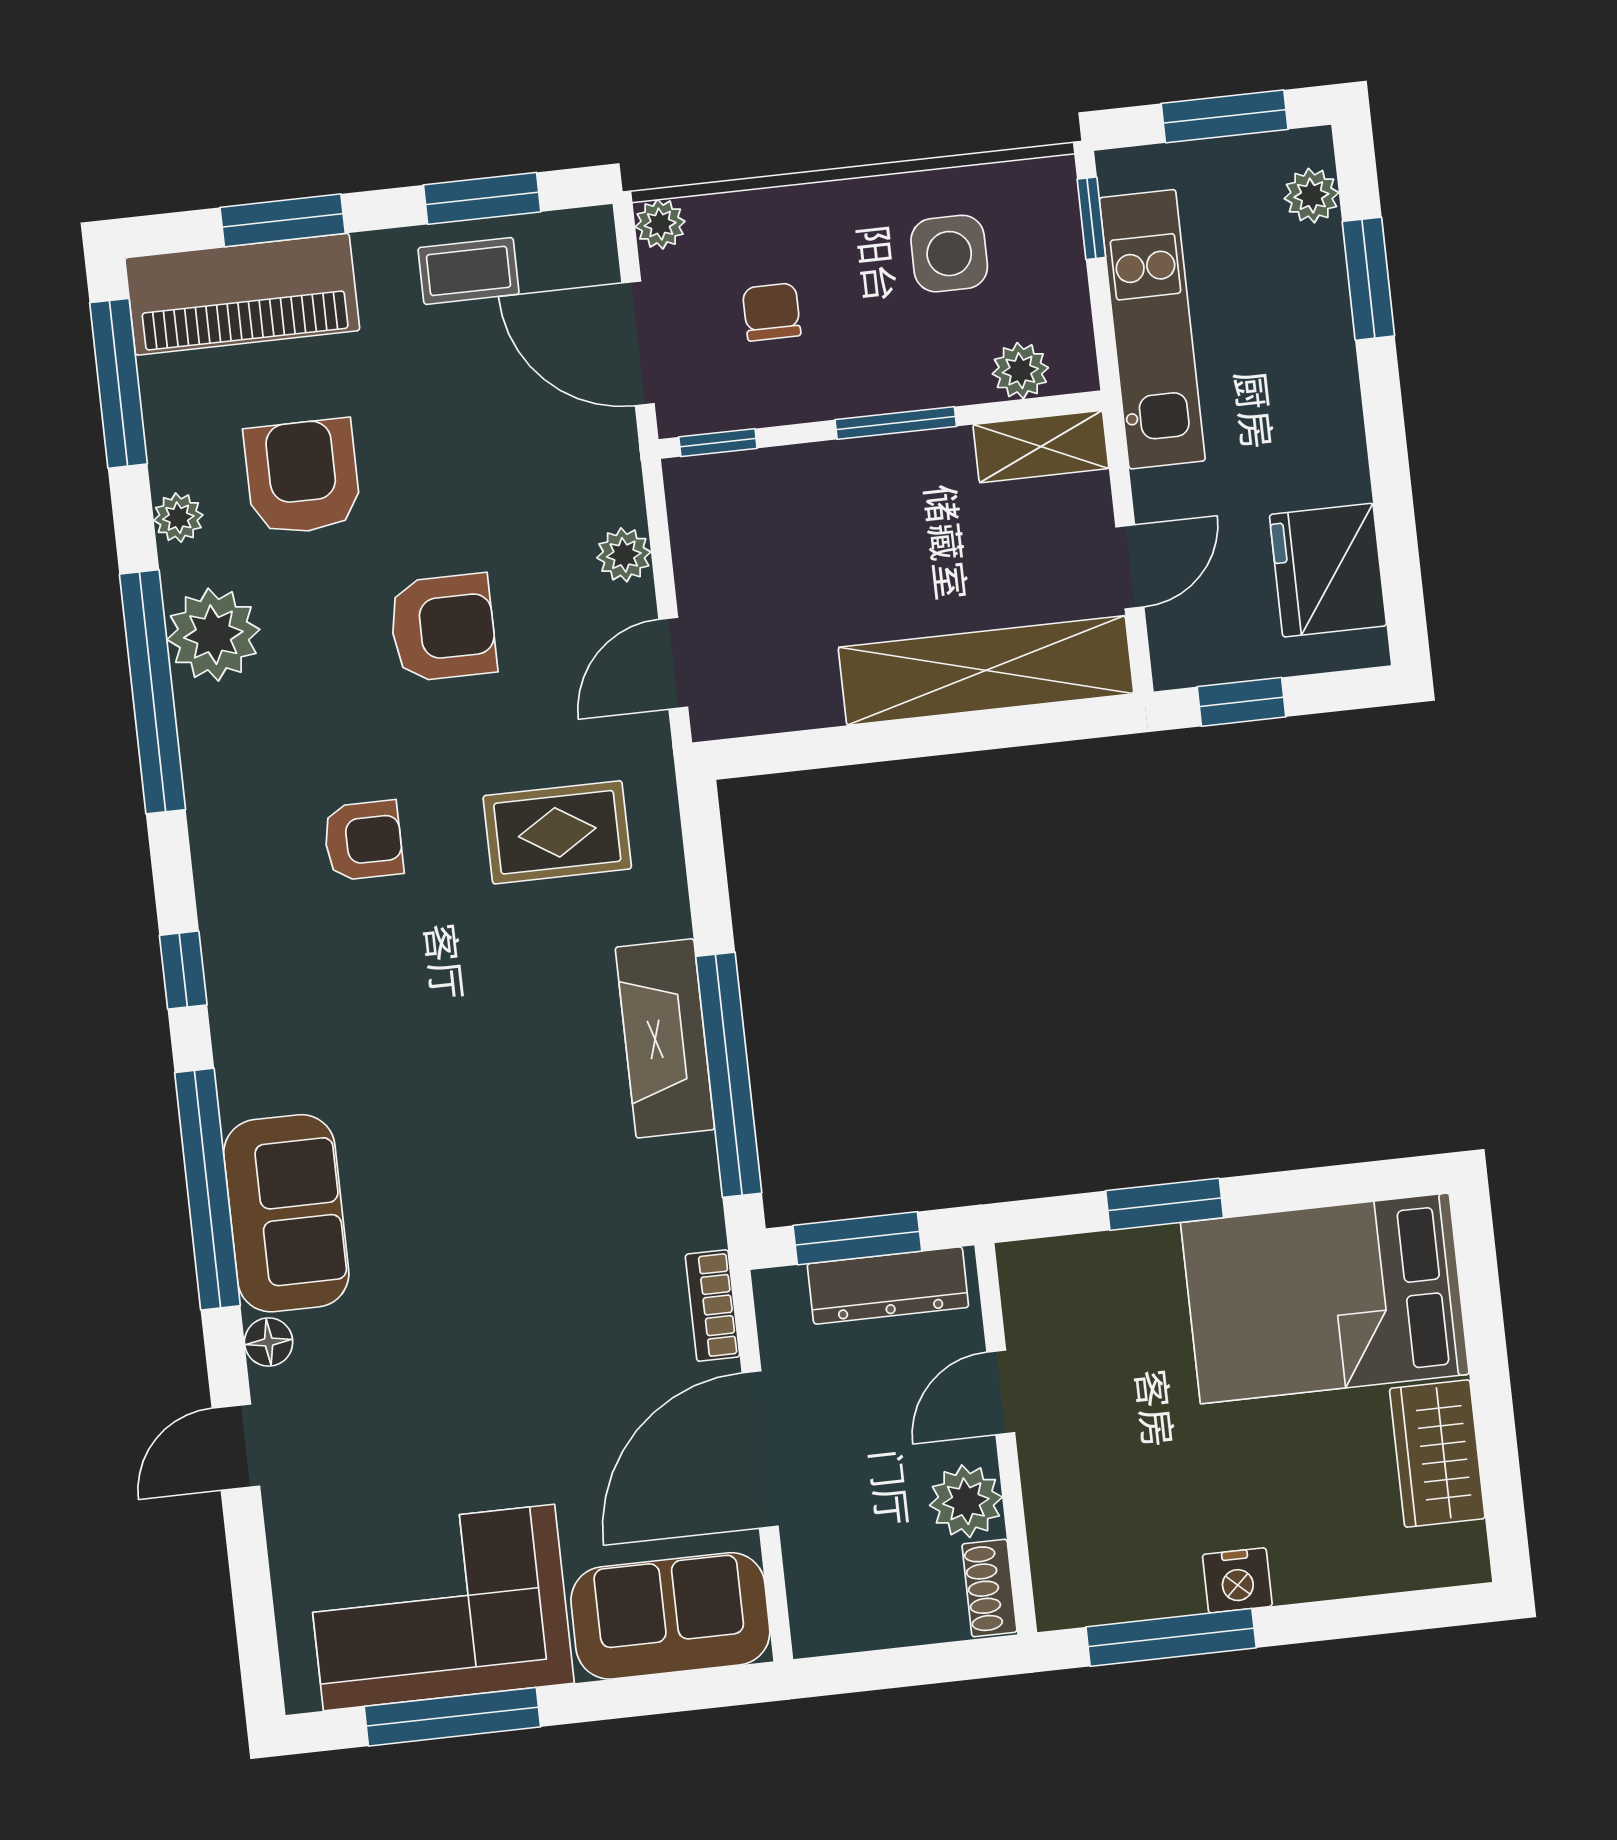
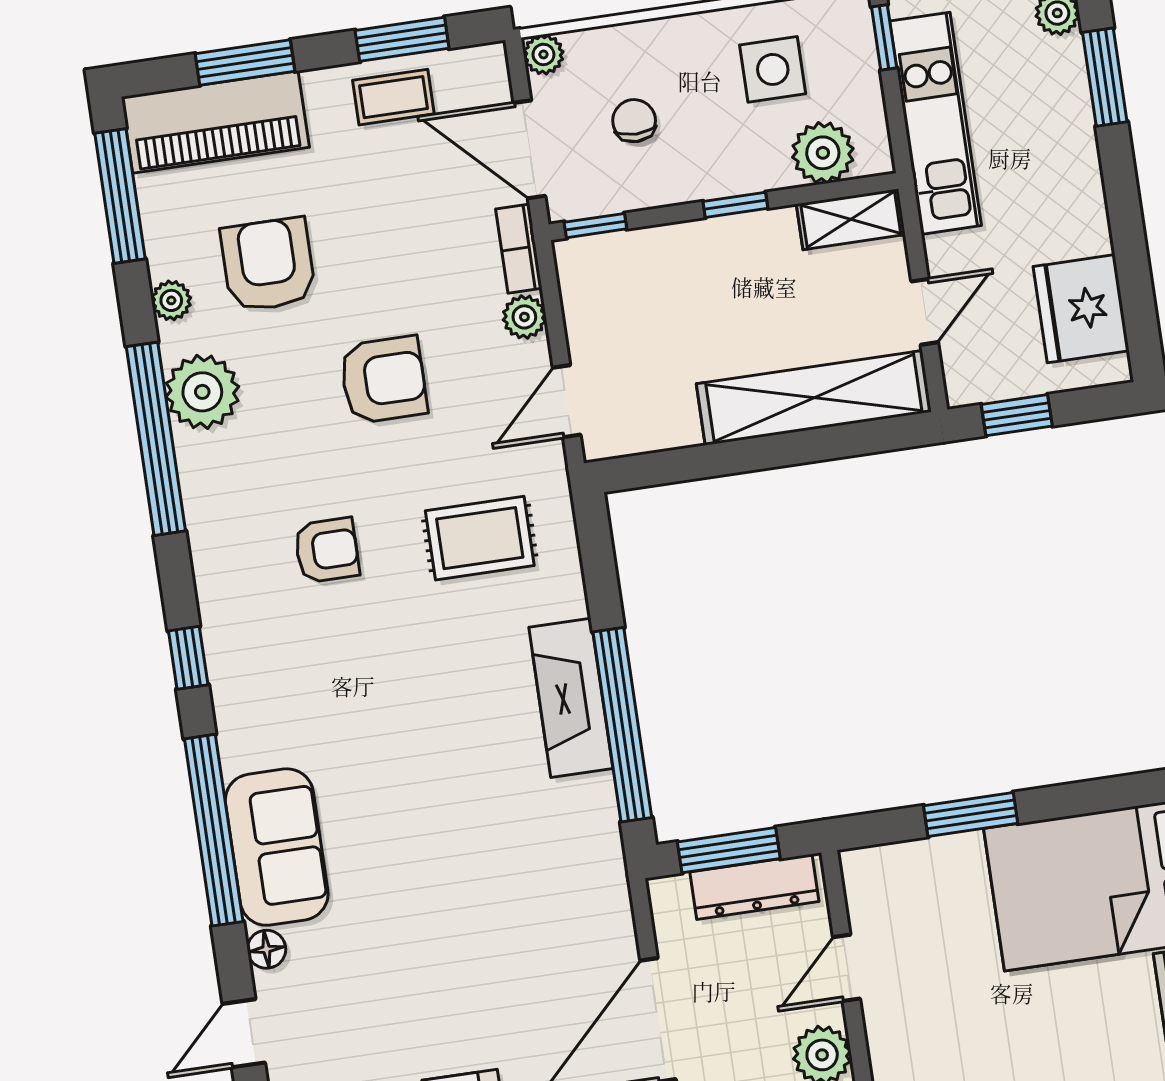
plant: (1020, 371) -> (823, 153), width x1.38, depth x1.38
window: (896, 423) -> (735, 205), width x0.67
bookcase: (712, 1306) -> (519, 249), moved

